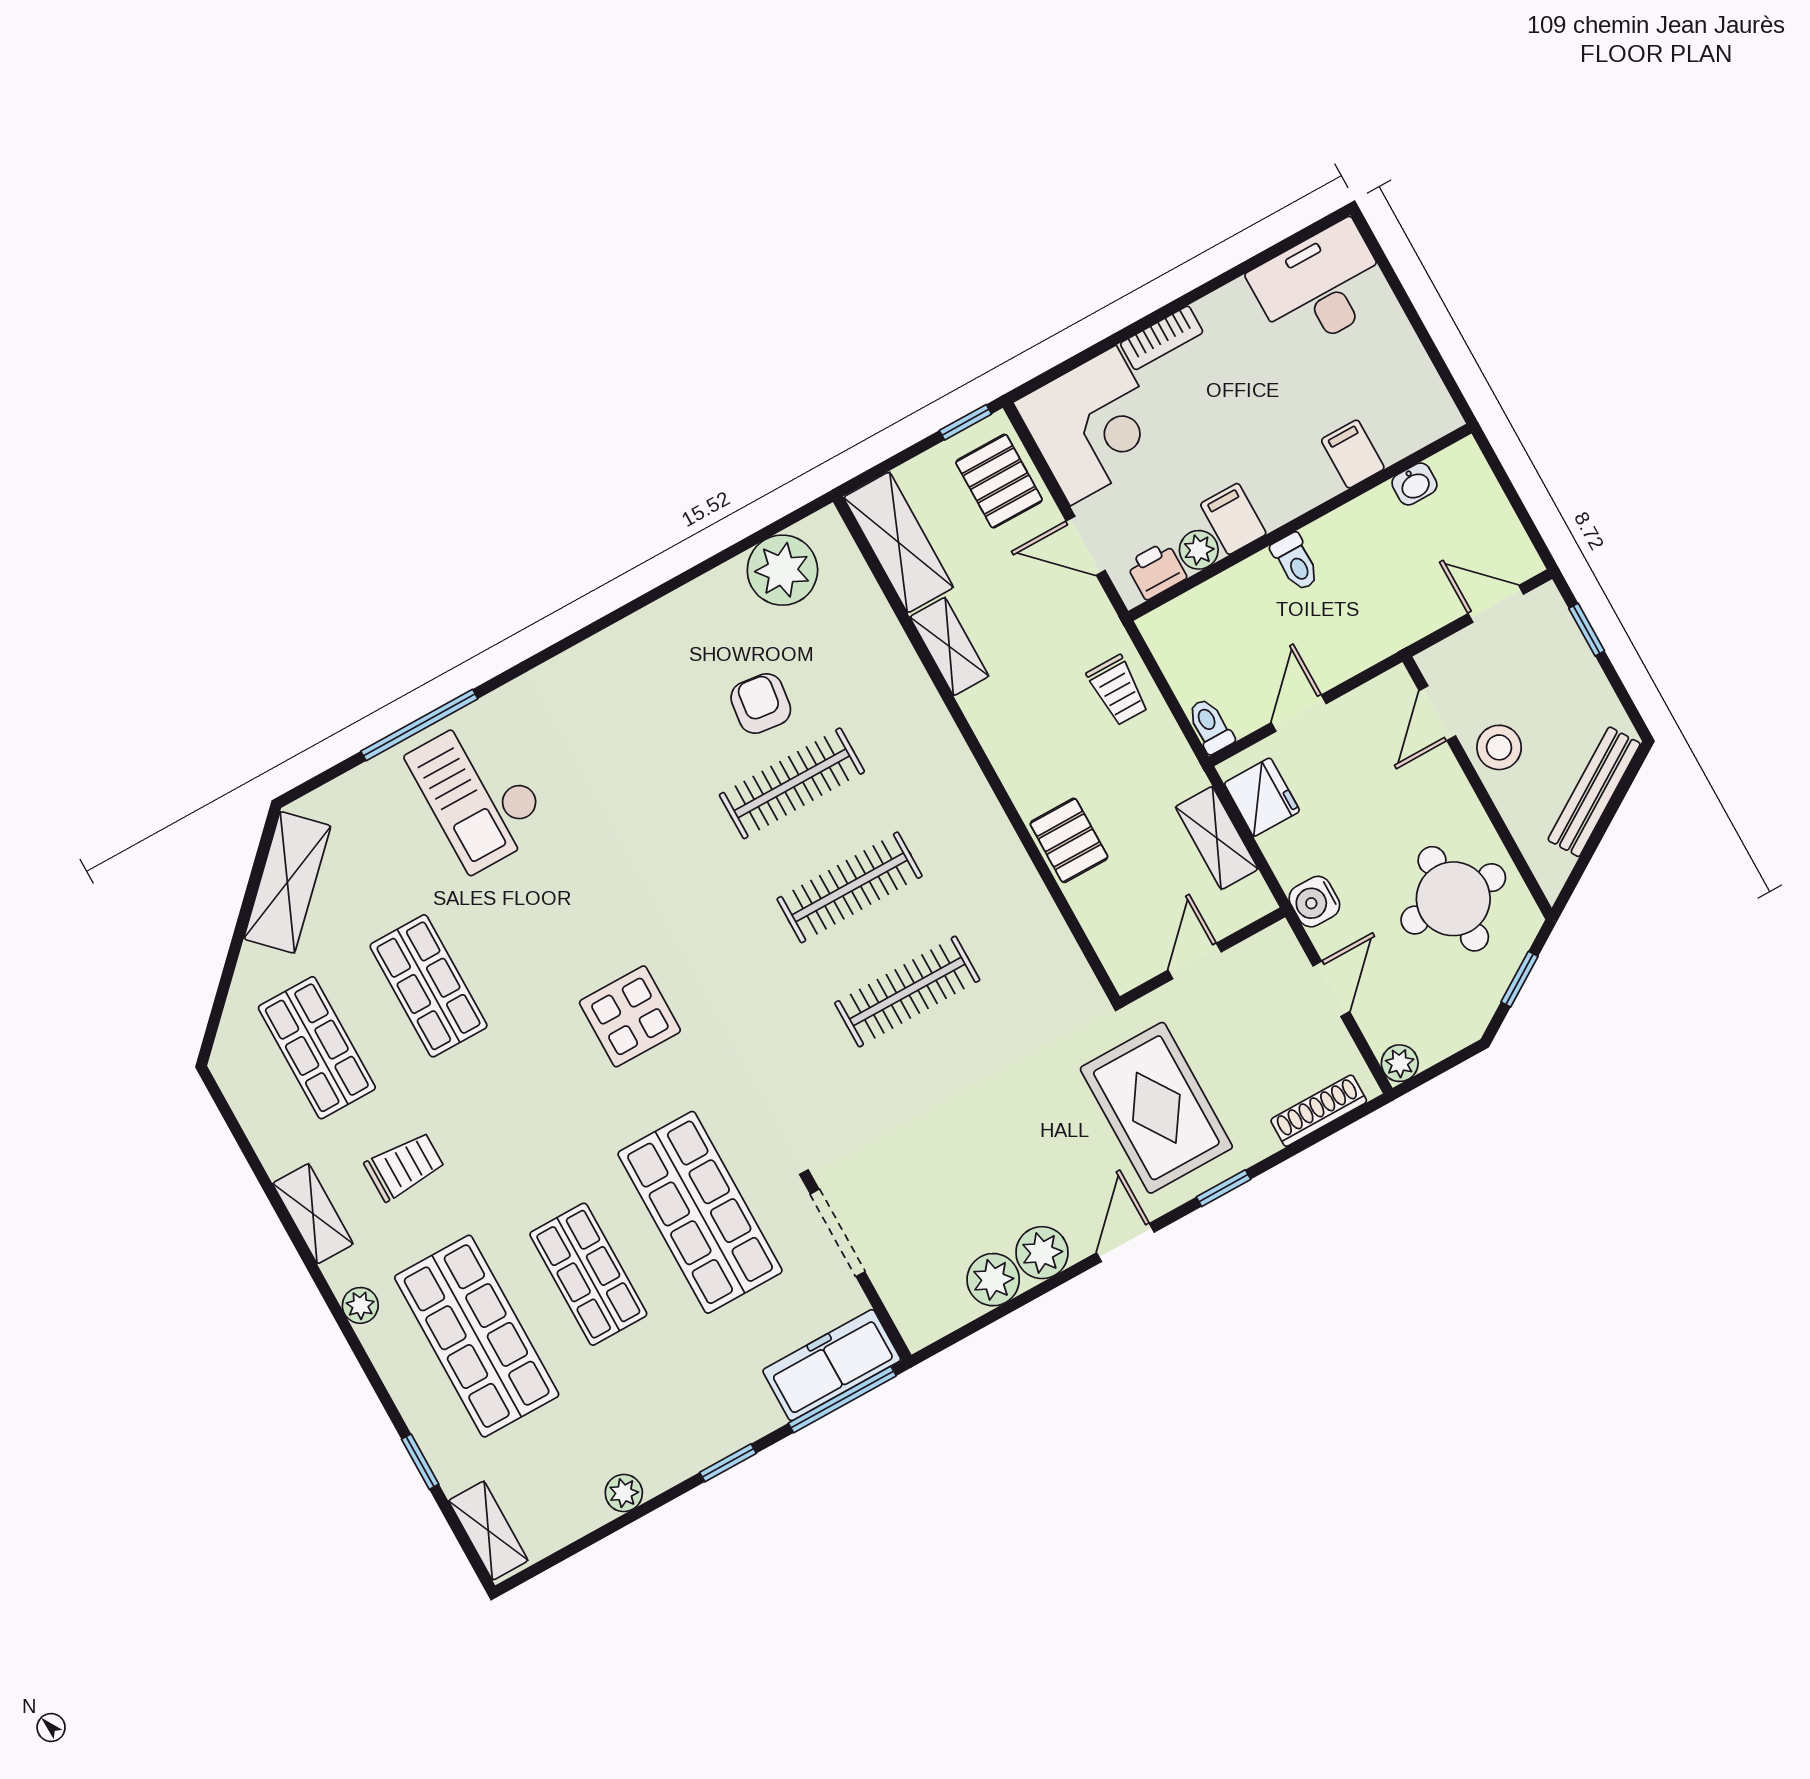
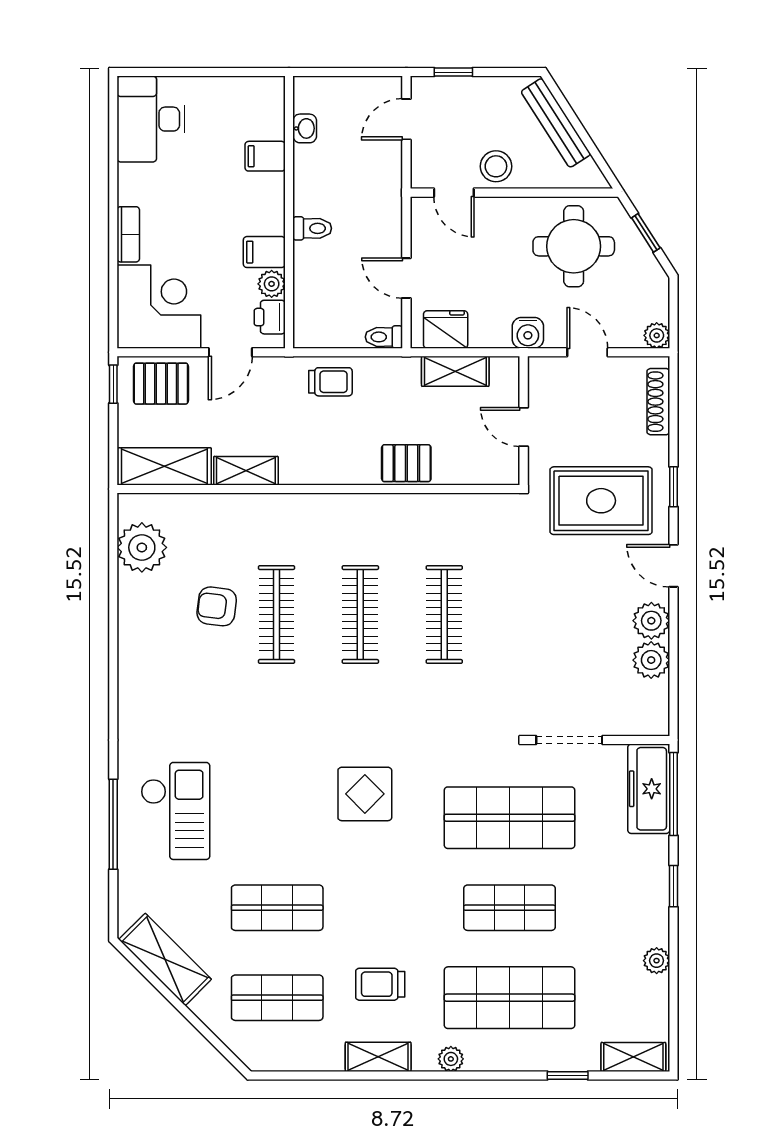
checkout: (479, 793) -> (175, 811), turned -90
trolley: (404, 1166) -> (380, 984), turned -90

